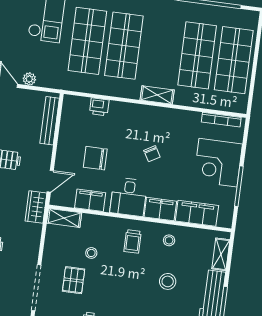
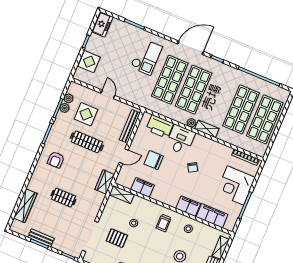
plant: (29, 79) -> (191, 123), moved
printer: (99, 107) -> (160, 127), width x1.87, depth x1.48
door: (50, 181) -> (124, 156), moved
desk: (129, 197) -> (180, 140), moved, turned 180
pallet: (74, 280) -> (117, 238), turned 90

